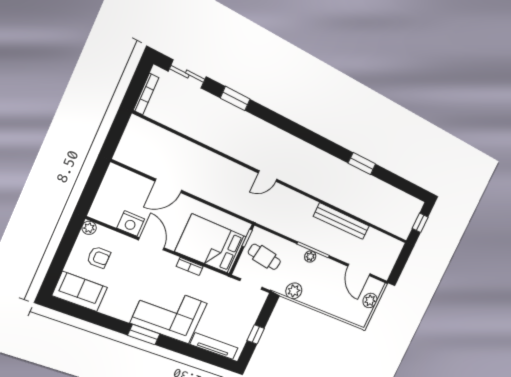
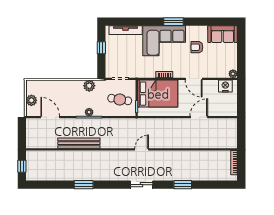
sliding door: (187, 74) -> (142, 185), moved
nightstand: (131, 223) -> (225, 86), moved
armchair: (99, 257) -> (197, 47), moved

